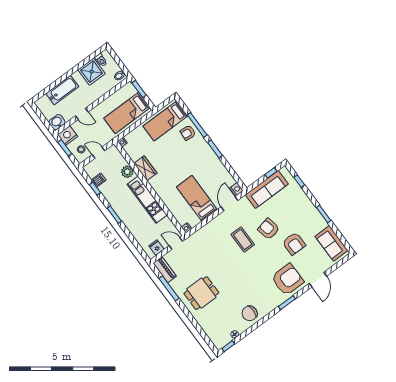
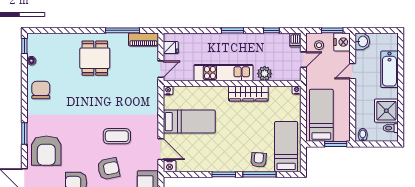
wardrobe: (145, 168) -> (248, 94), width x1.50
dishwasher: (99, 180) -> (295, 40), moved

